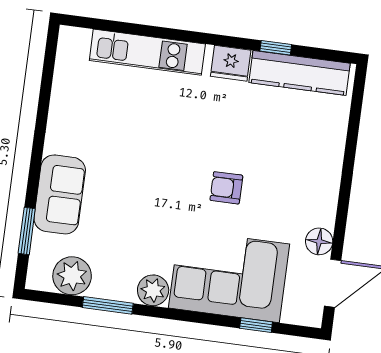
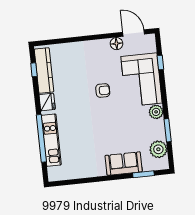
window: (156, 32) -> (41, 138), added
window: (276, 48) -> (34, 70), moved
armchair: (226, 188) -> (103, 90), turned -90

